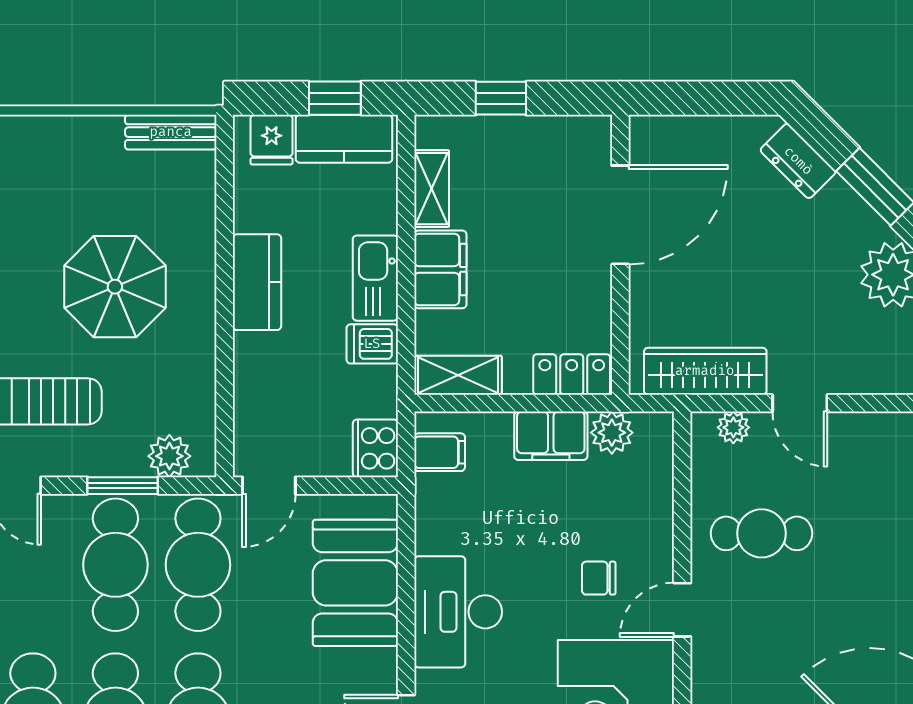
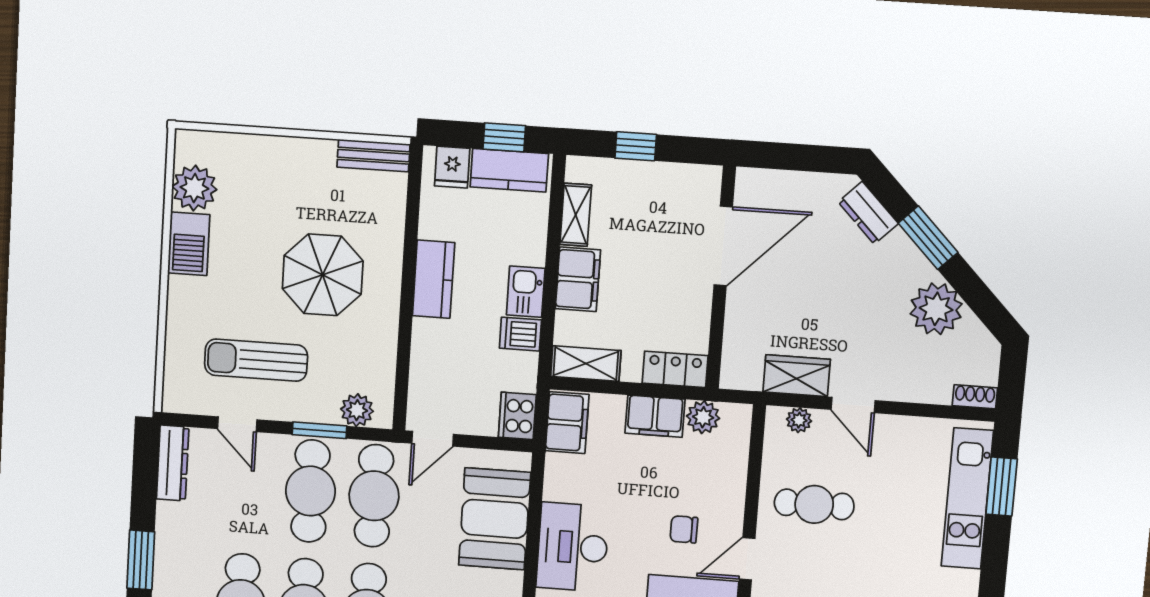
kitchen sink: (375, 278) -> (526, 292), width x0.73
wardrobe: (705, 371) -> (797, 376), width x0.67
filing cabinet: (440, 452) -> (567, 423), width x2.00

